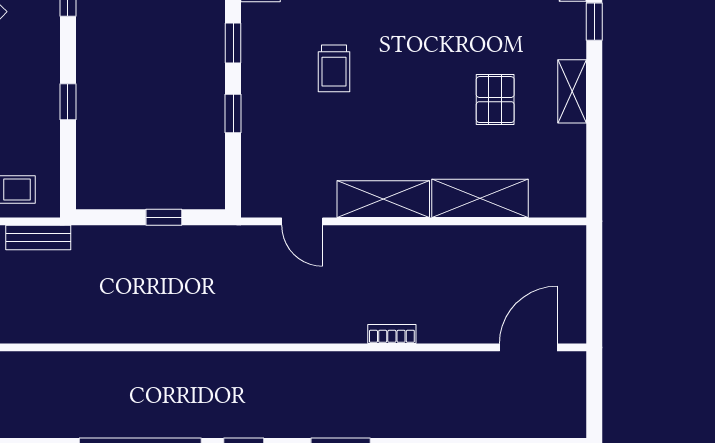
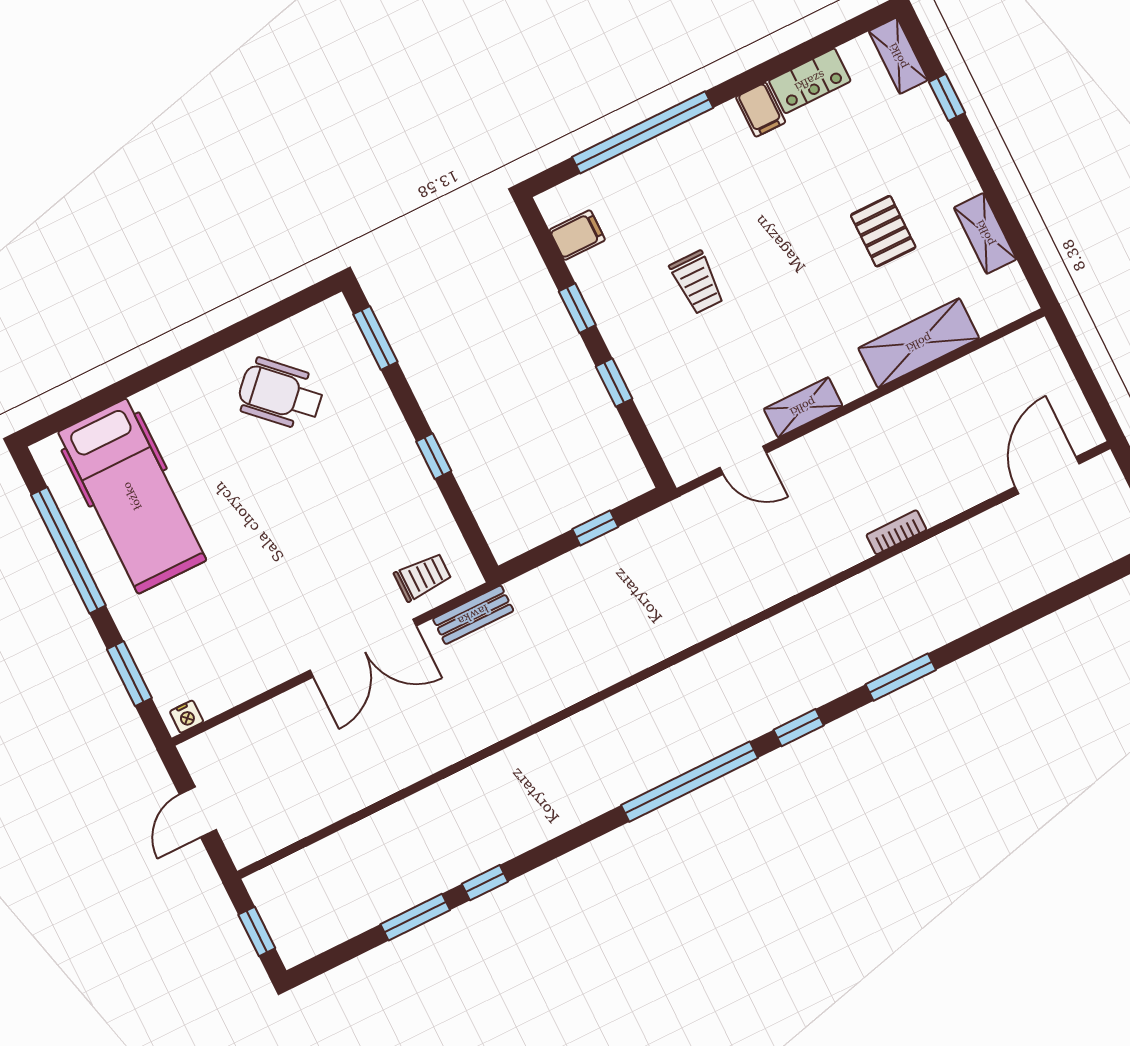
shelving: (572, 91) -> (985, 233), moved
shelving: (383, 199) -> (803, 407), width x0.67, depth x0.75

